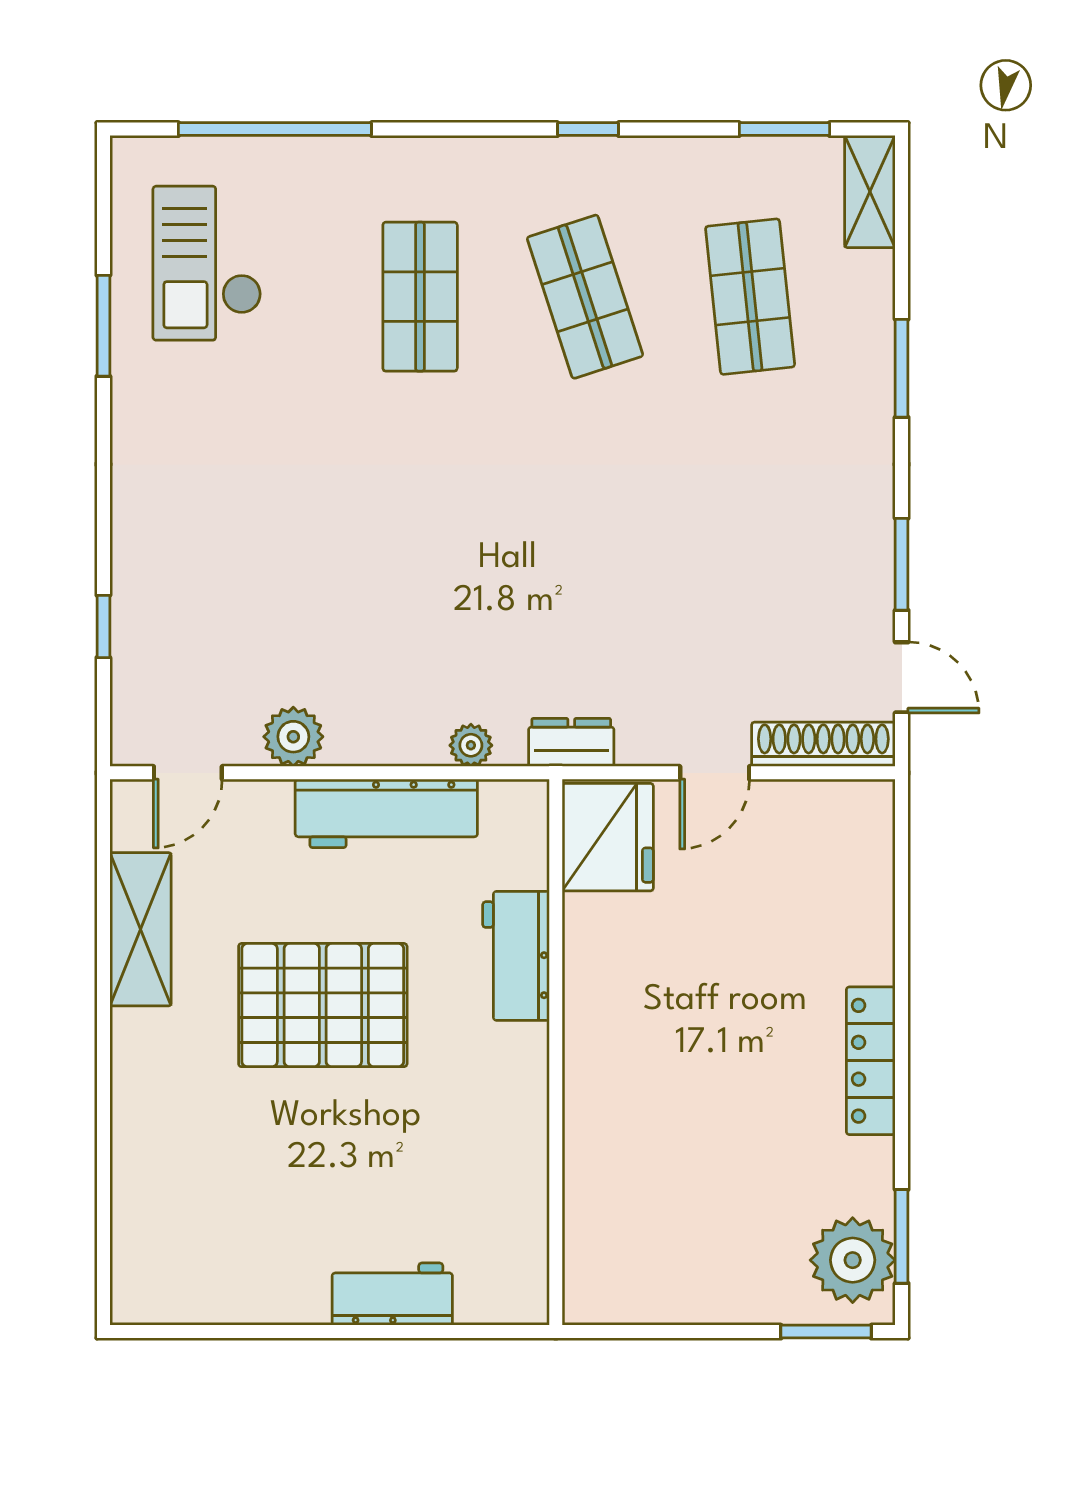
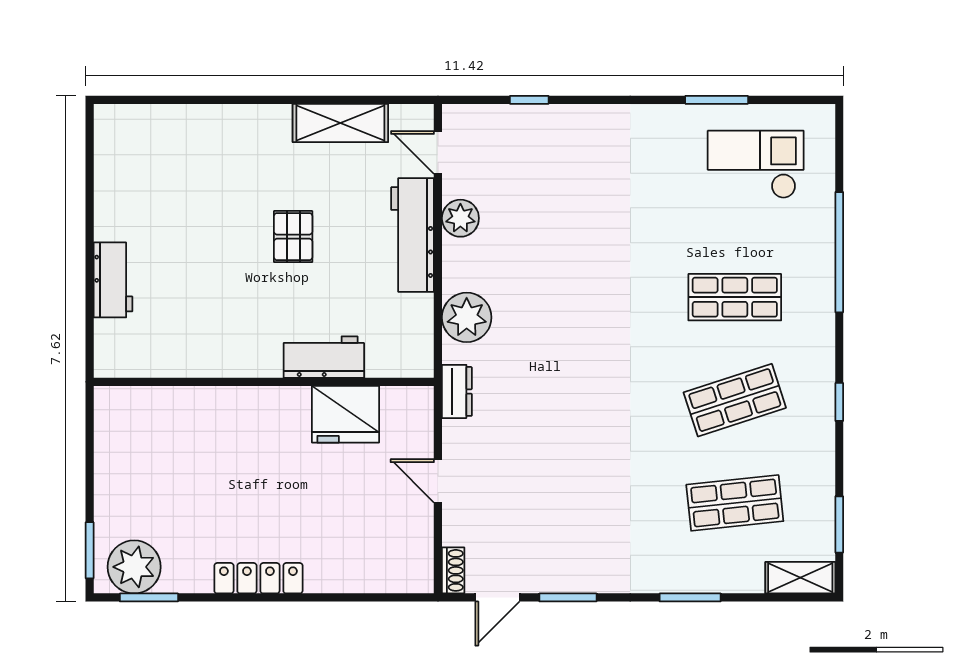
window: (275, 129) -> (839, 252), moved
shoe rack: (823, 744) -> (453, 570), width x0.51, depth x0.81
plant: (471, 745) -> (467, 317), width x1.87, depth x1.87
workbench: (386, 813) -> (413, 235), moved
fridge: (608, 837) -> (345, 414), moved
pallet: (323, 1005) -> (293, 237), width x0.49, depth x0.50

